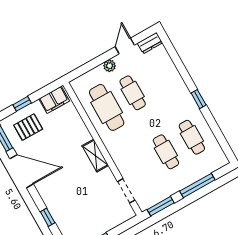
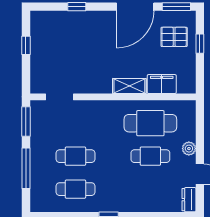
filing cabinet: (54, 100) -> (162, 84), moved, turned 90
pallet: (28, 127) -> (174, 37), turned 90
shelving: (95, 156) -> (129, 86), moved

